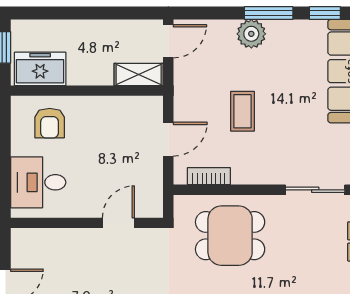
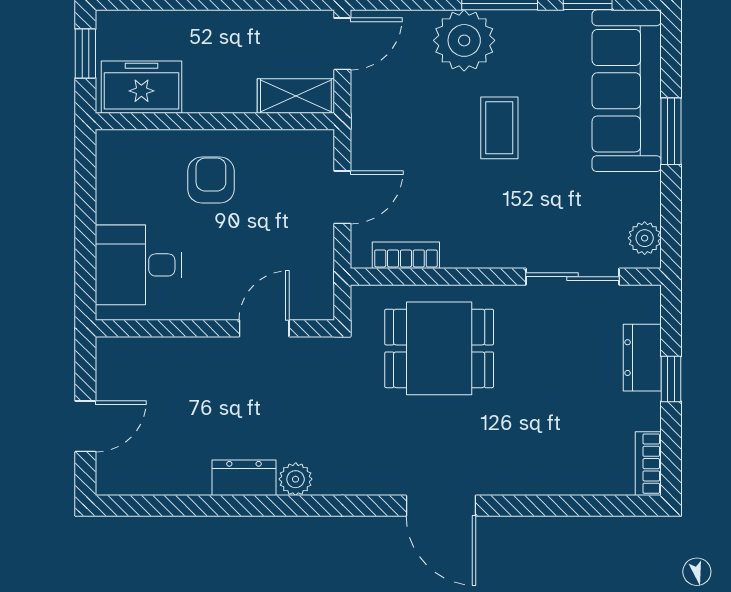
plant: (251, 34) -> (464, 40), width x1.36, depth x1.36
coffee table: (242, 111) -> (499, 128), moved
armchair: (50, 123) -> (211, 180), moved, turned 180

